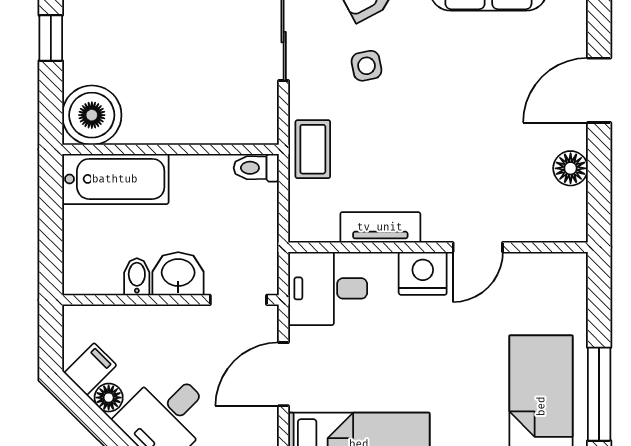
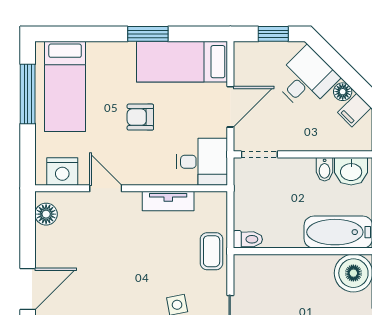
floor lamp: (571, 168) -> (46, 214), moved
door: (478, 247) -> (106, 188), hinge flipped
nightstand: (423, 273) -> (62, 171), moved
washbasin: (178, 274) -> (351, 171), moved
armchair: (424, 358) -> (140, 117), added

